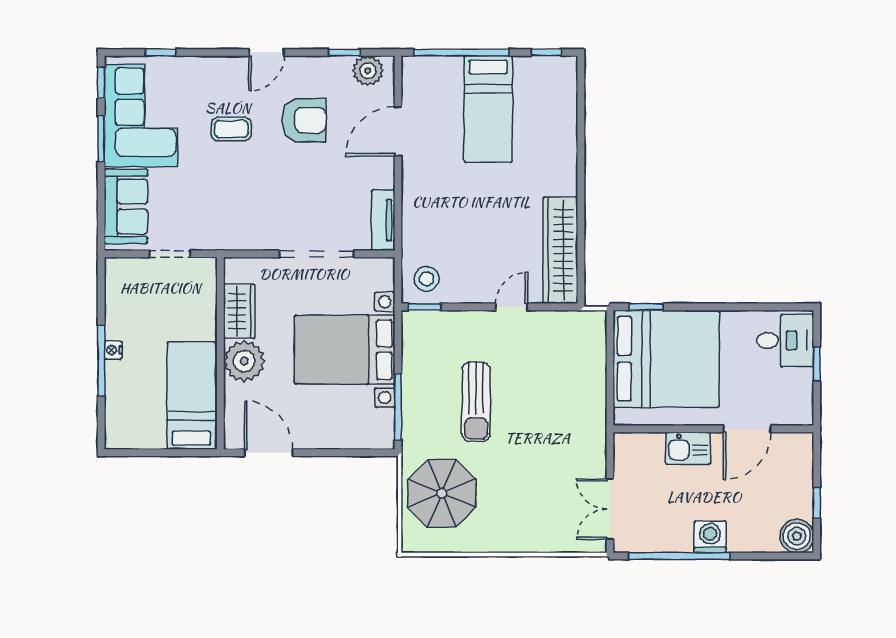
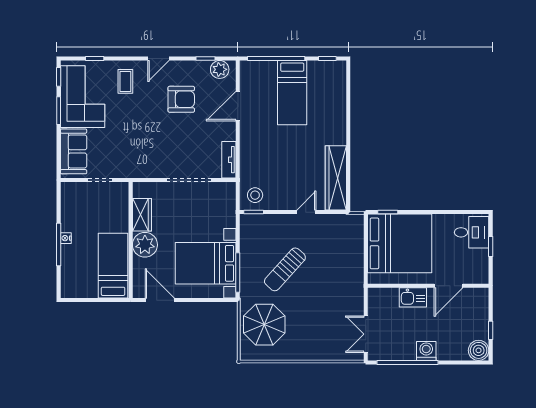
coffee table: (231, 129) -> (125, 81), moved, turned 90
bed with nightstands: (345, 350) -> (206, 263), moved
sun lounger: (476, 402) -> (285, 269), turned 42

